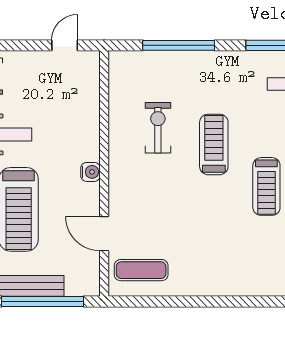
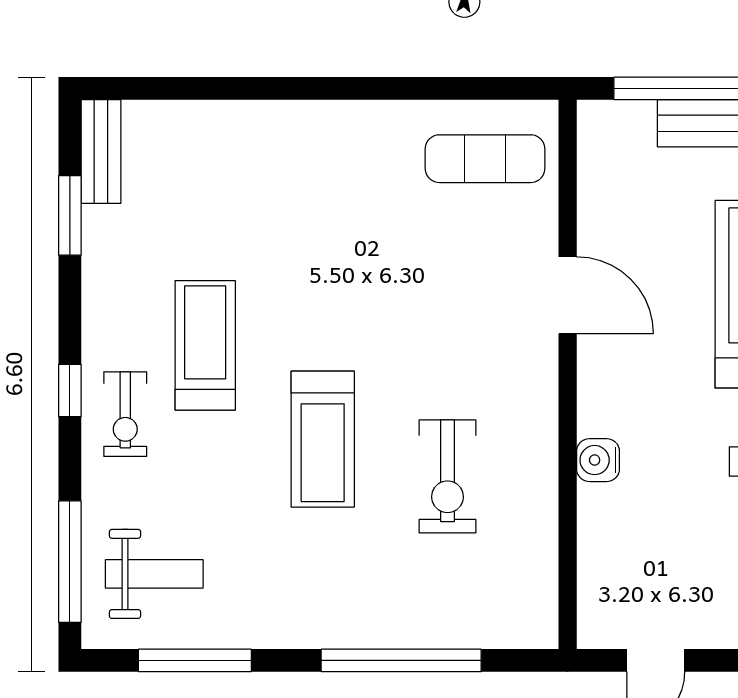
water cooler: (90, 172) -> (598, 460), moved
door: (104, 234) -> (568, 295), moved

